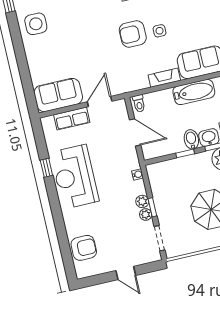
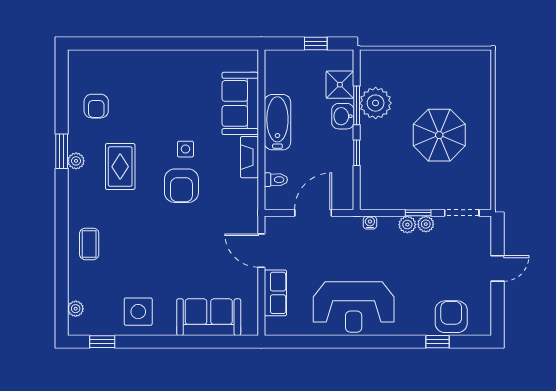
sofa: (58, 95) -> (209, 317), moved, turned 90
toilet: (139, 103) -> (276, 180), moved
bidet: (191, 139) -> (340, 140), removed
window: (46, 168) -> (437, 342), moved

